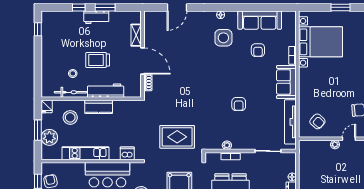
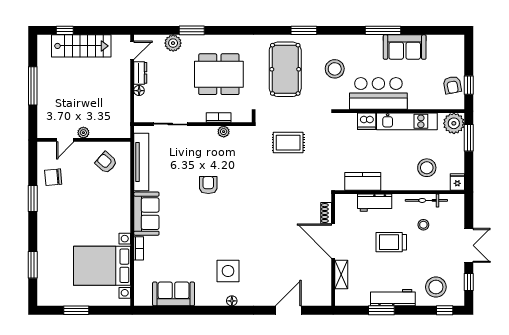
window: (79, 7) -> (445, 310), moved
workbench: (96, 17) -> (393, 298), width x1.38
sofa: (260, 20) -> (174, 294), width x0.73
stool: (63, 25) -> (436, 287), added
armchair: (258, 50) -> (183, 255), removed
double door: (38, 58) -> (469, 245), added
trolley: (98, 60) -> (391, 242), turned 180
workbench: (106, 91) -> (375, 203), width x0.73
kitchen counter: (99, 107) -> (363, 181), moved
window: (38, 130) -> (469, 138), moved
plant: (49, 137) -> (454, 123), moved
rug: (177, 137) -> (288, 143), width x0.73, depth x0.70
dishwasher: (127, 153) -> (367, 121), moved

